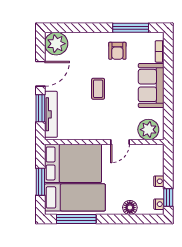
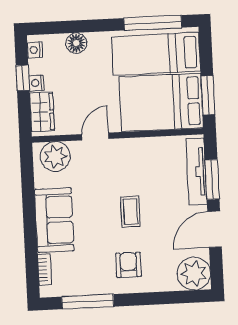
armchair: (117, 51) -> (128, 265), moved
wardrobe: (156, 161) -> (42, 112), added
window: (40, 182) -> (208, 95), moved
window: (168, 198) -> (23, 78), moved

